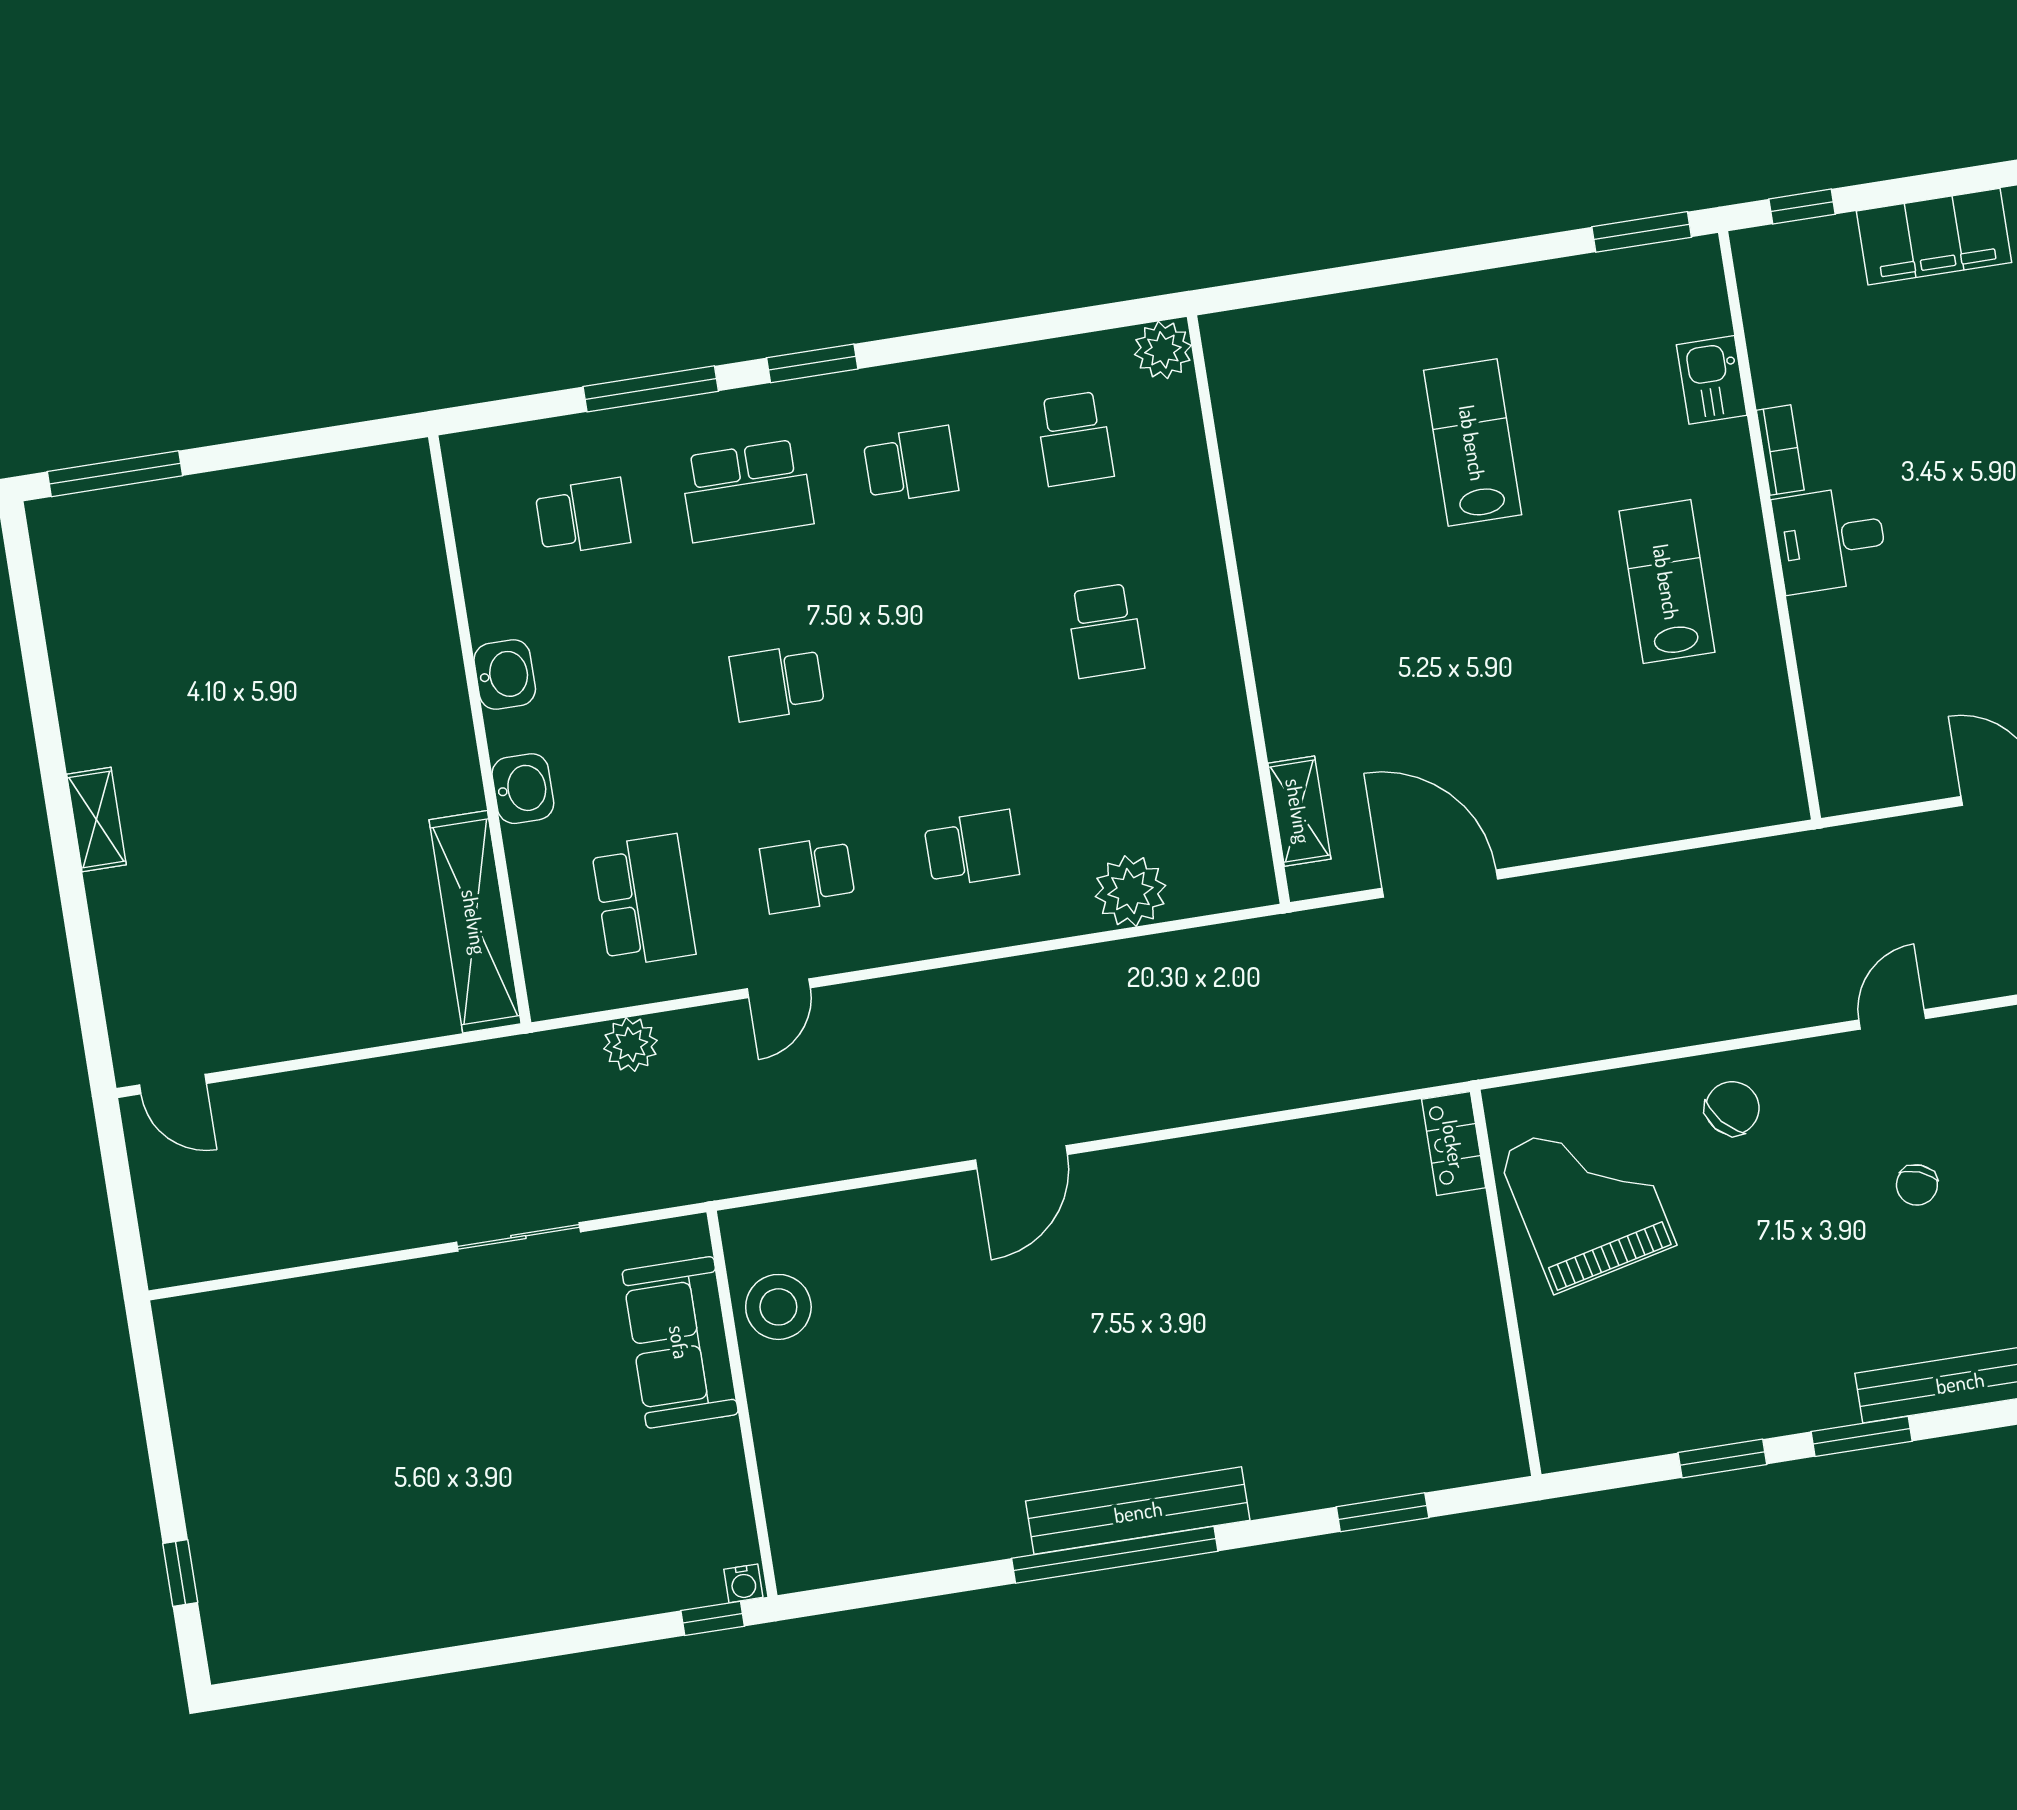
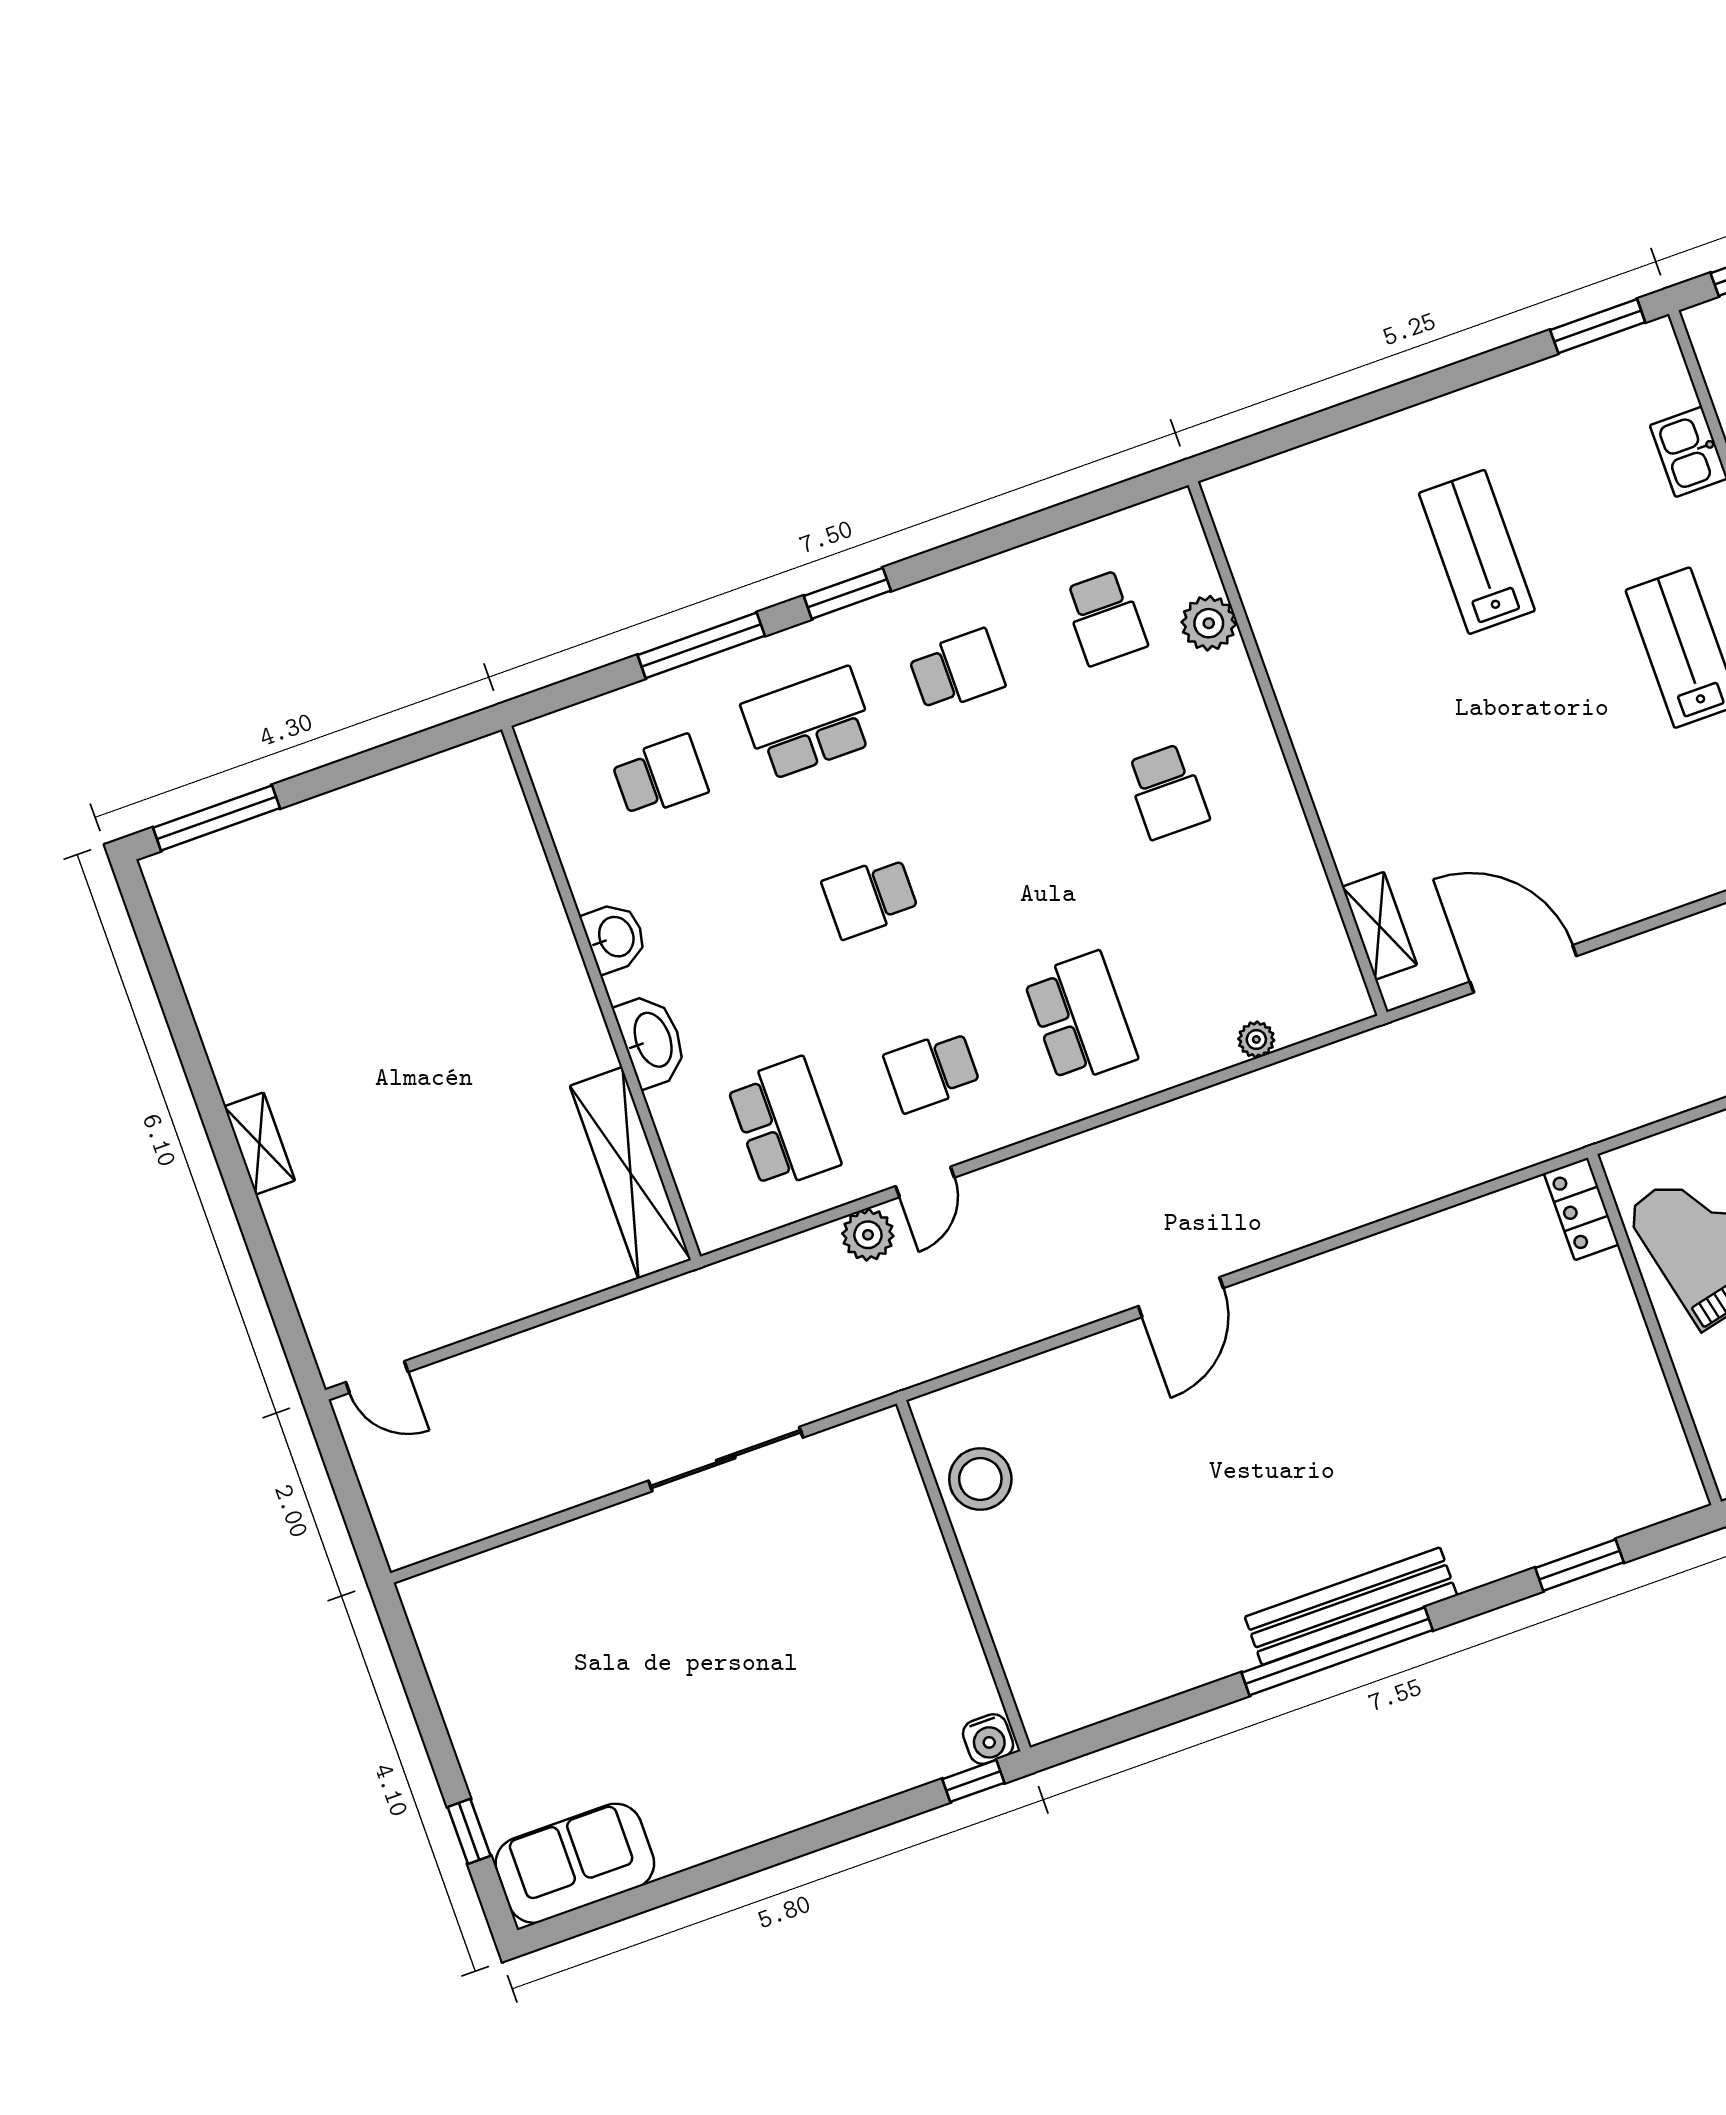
plant: (1163, 350) -> (1209, 623), moved
school desk: (747, 491) -> (808, 723), turned 180
washbasin: (523, 789) -> (652, 1040), width x1.38
school desk: (972, 849) -> (1080, 1018), width x1.85
plant: (1130, 891) -> (1256, 1039), width x0.53, depth x0.53
plant: (630, 1045) -> (868, 1235), moved
sliding door: (518, 1237) -> (726, 1459), width x1.37
sofa: (680, 1342) -> (575, 1863), moved, turned 90
water cooler: (743, 1583) -> (988, 1739), width x1.38, depth x1.38

